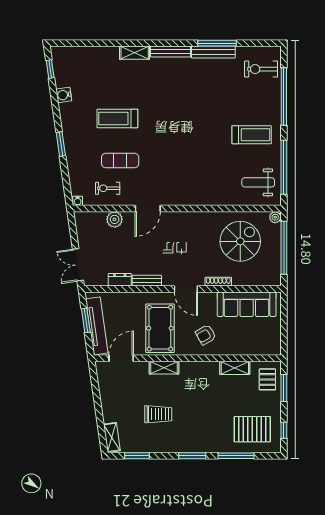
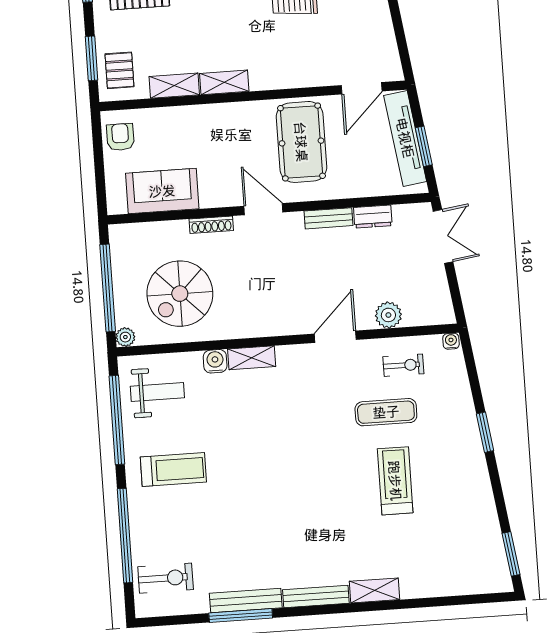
window: (50, 69) -> (511, 554), width x1.50
water cooler: (64, 95) -> (215, 361), moved, turned -82
treadmill: (117, 118) -> (395, 481), turned -90
treadmill: (252, 135) -> (173, 470), turned 180
shelving: (199, 199) -> (252, 358), added
sofa: (247, 304) -> (162, 191), width x0.73
armchair: (206, 335) -> (120, 137), moved, turned -60
shelving: (164, 368) -> (224, 82), moved

